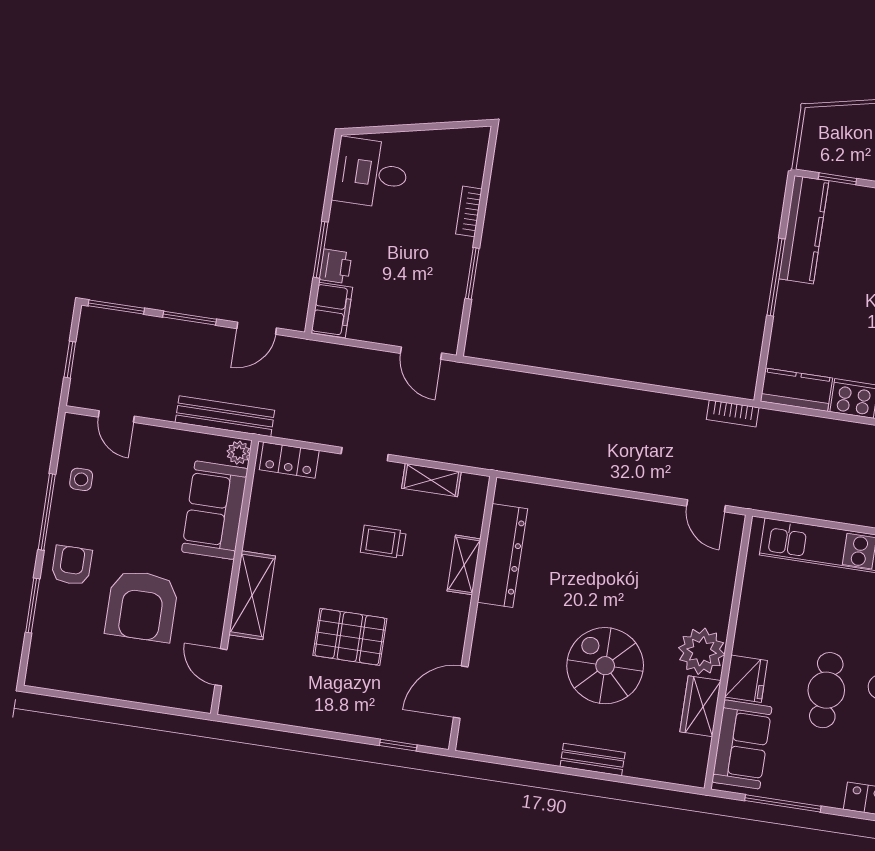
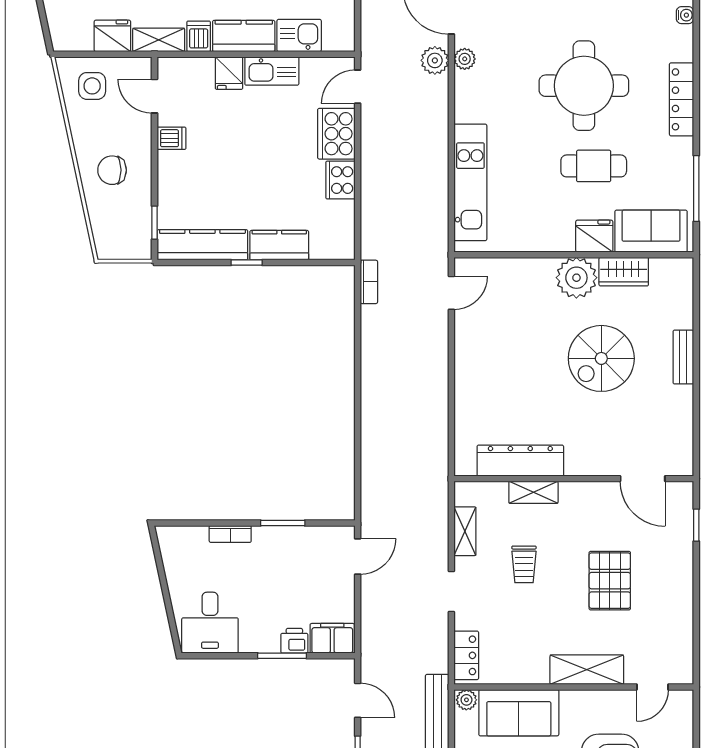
window: (776, 277) -> (247, 262), width x0.46
kitchen counter: (796, 390) -> (279, 245), moved, turned 90

